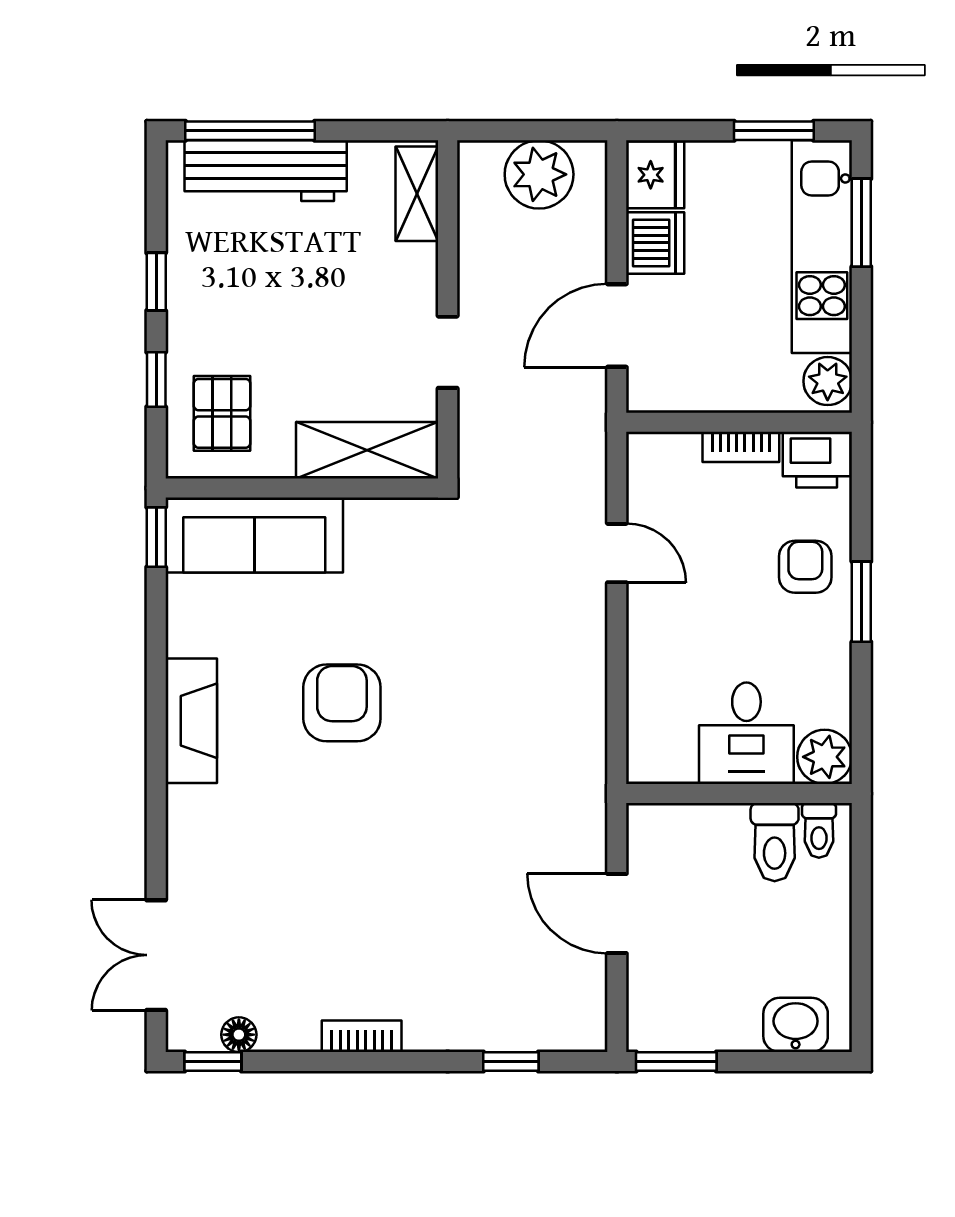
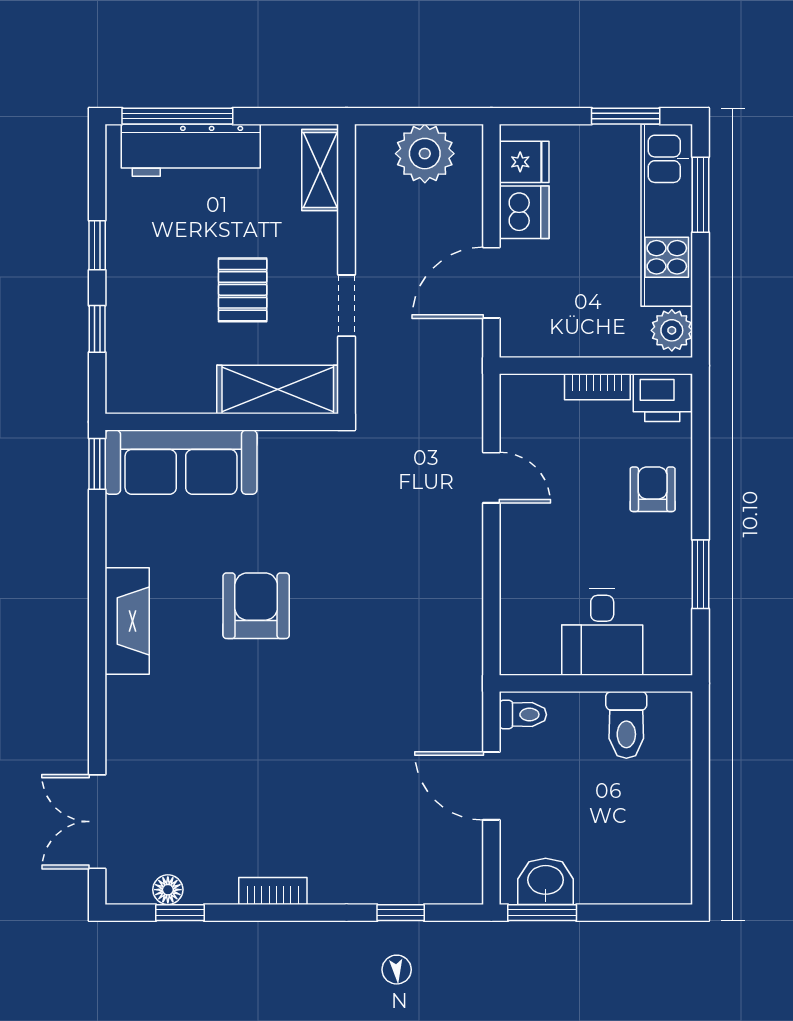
fridge: (655, 175) -> (524, 162), width x0.72
pallet: (222, 413) -> (243, 290), moved
window: (861, 602) -> (701, 574), moved
plant: (825, 757) -> (669, 652), removed
toilet: (819, 830) -> (523, 715), moved, turned -90
washbasin: (796, 1025) -> (546, 881), moved
window: (213, 1062) -> (180, 913), moved

